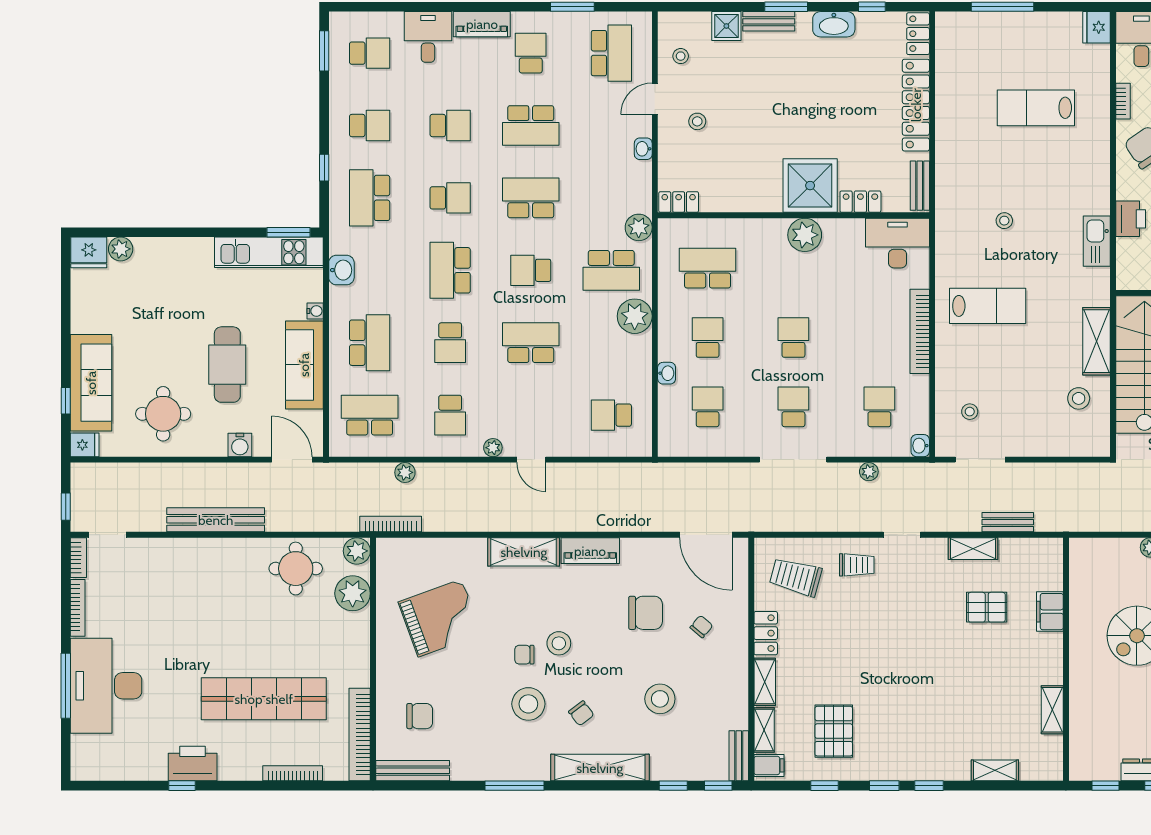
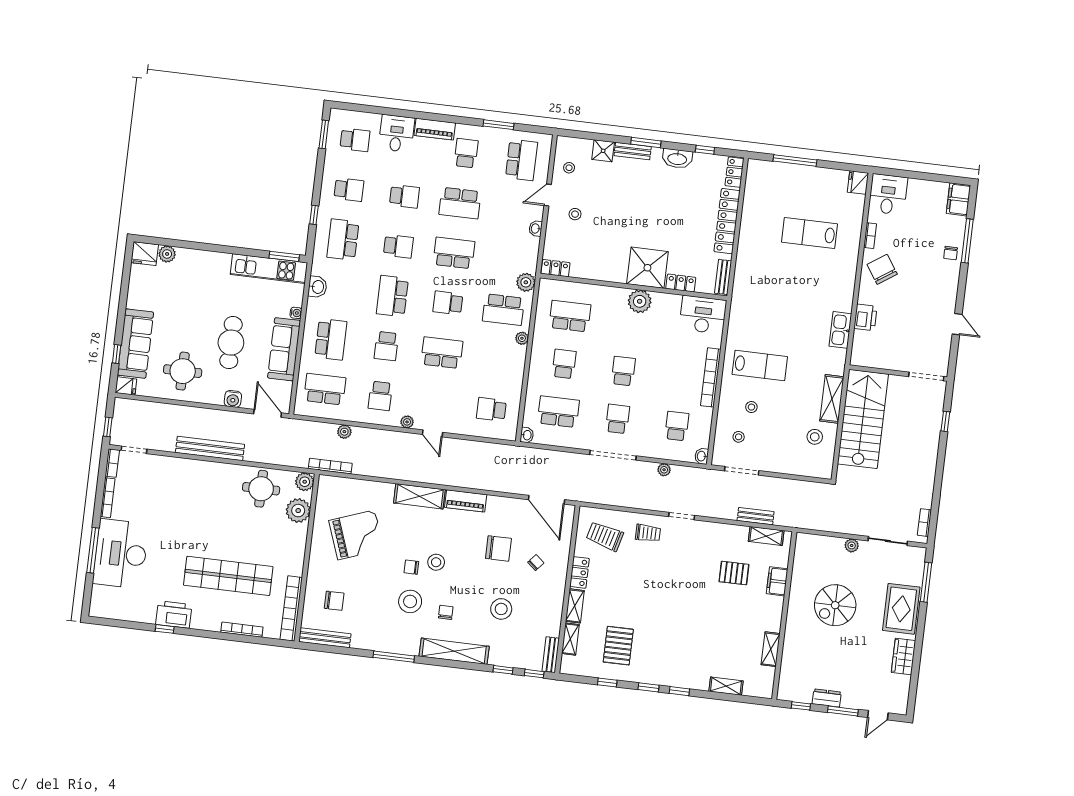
stool: (1004, 221) -> (751, 407), moved
plant: (635, 316) -> (522, 338), width x0.53, depth x0.53
washbasin: (667, 373) -> (527, 435), moved
school desk: (708, 407) -> (558, 412), width x1.85
shelving: (973, 549) -> (766, 536), moved
chair: (581, 713) -> (446, 612), turned -143
filing cabinet: (769, 765) -> (571, 664), removed

